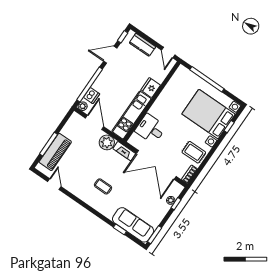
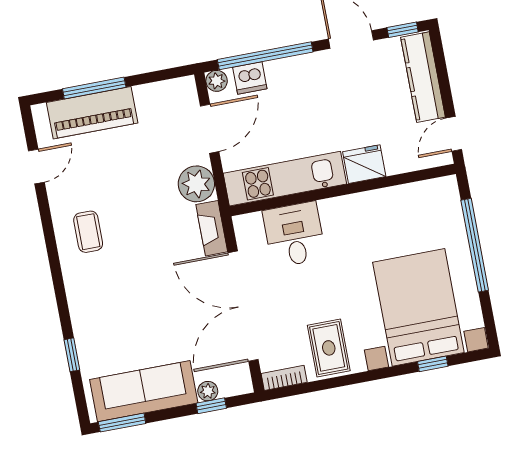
kitchen counter: (143, 45) -> (423, 77), width x1.50
coffee table: (103, 186) -> (88, 232), moved
sofa: (133, 225) -> (144, 391), moved, turned -90

